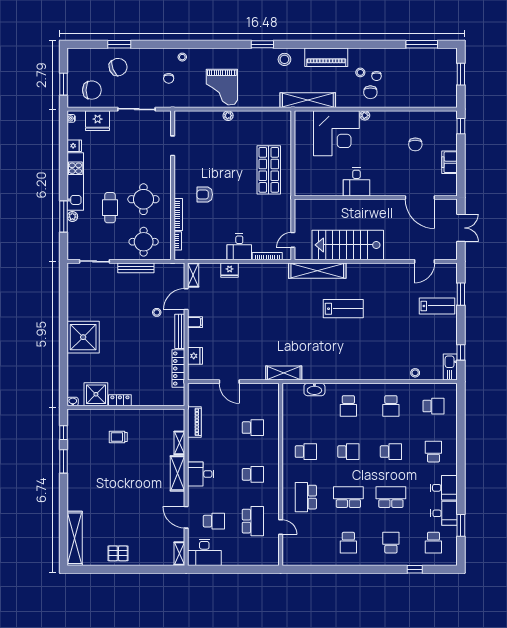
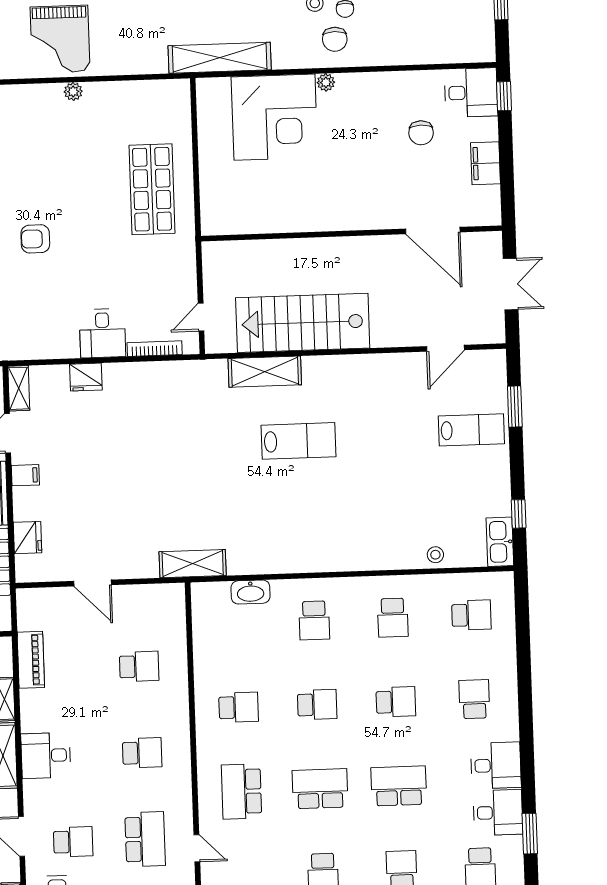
desk: (356, 182) -> (471, 93), moved, turned -90
shelving: (317, 271) -> (265, 372), width x0.68

